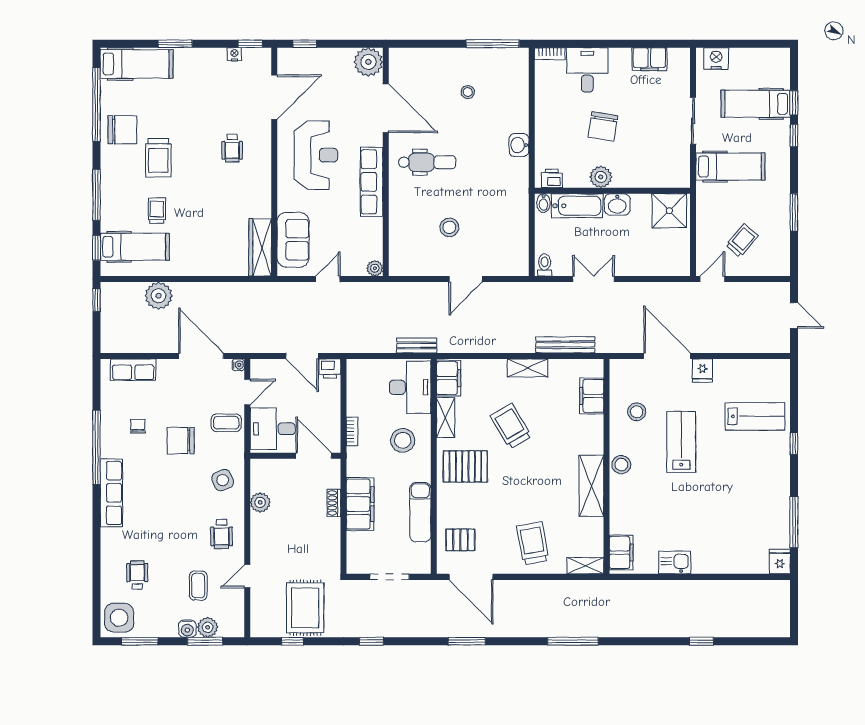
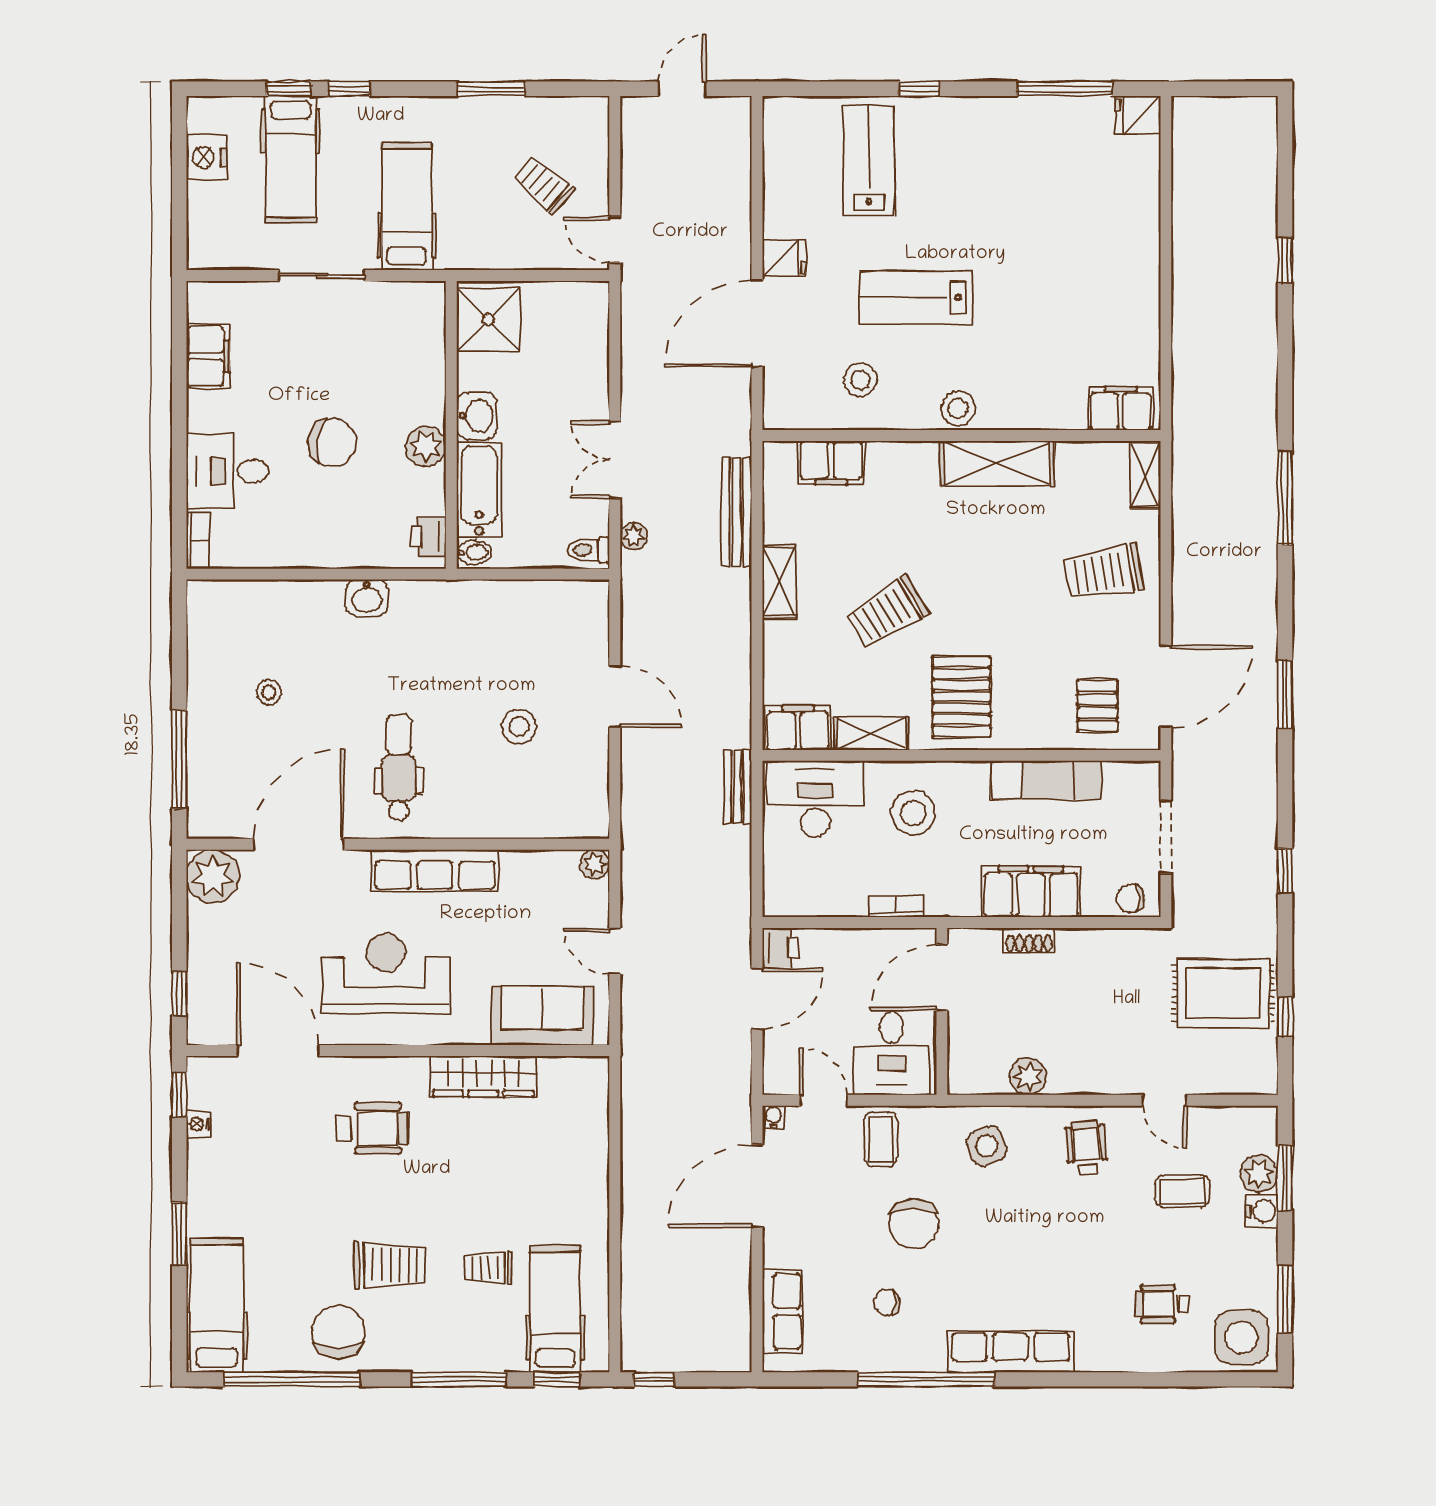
window: (493, 44) -> (179, 759), moved
nightstand: (716, 58) -> (207, 157), moved
wheelchair: (232, 148) -> (372, 1128), width x1.36, depth x1.37
wardrobe: (260, 247) -> (483, 1076), moved
plant: (159, 296) -> (634, 536), moved, width x0.53, depth x0.53
wheelchair: (222, 534) -> (1086, 1148), turned -95
chair: (356, 558) -> (1131, 898), added
kitchen sink: (675, 563) -> (1139, 309), removed

